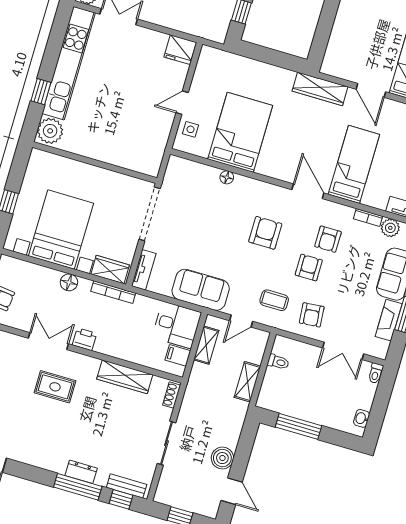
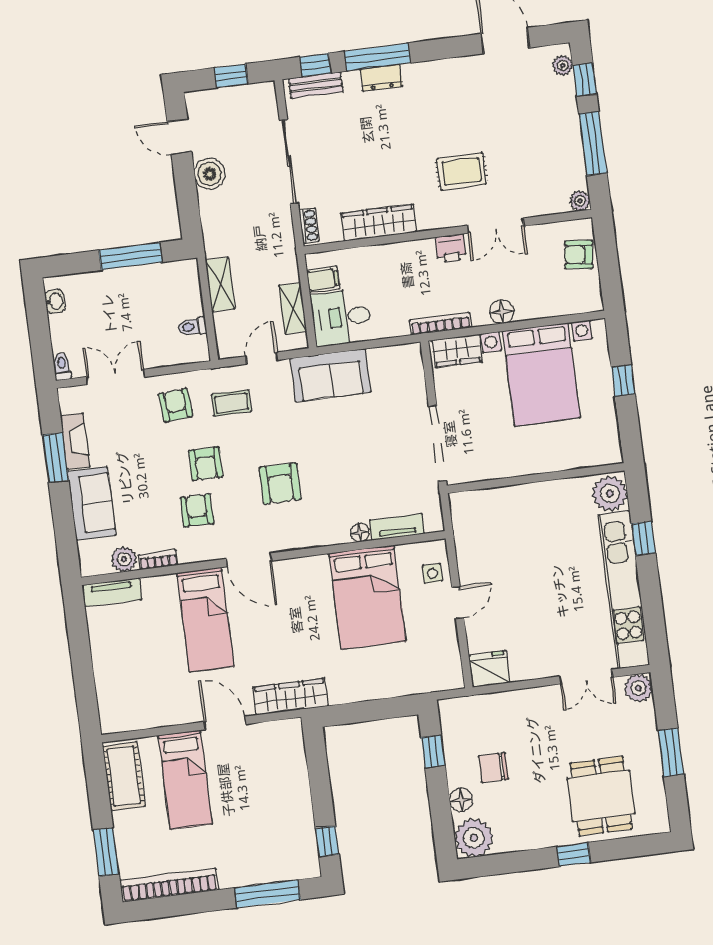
tv unit: (144, 270) -> (397, 527), moved, turned 90
sliding door: (166, 443) -> (289, 162), width x1.37

